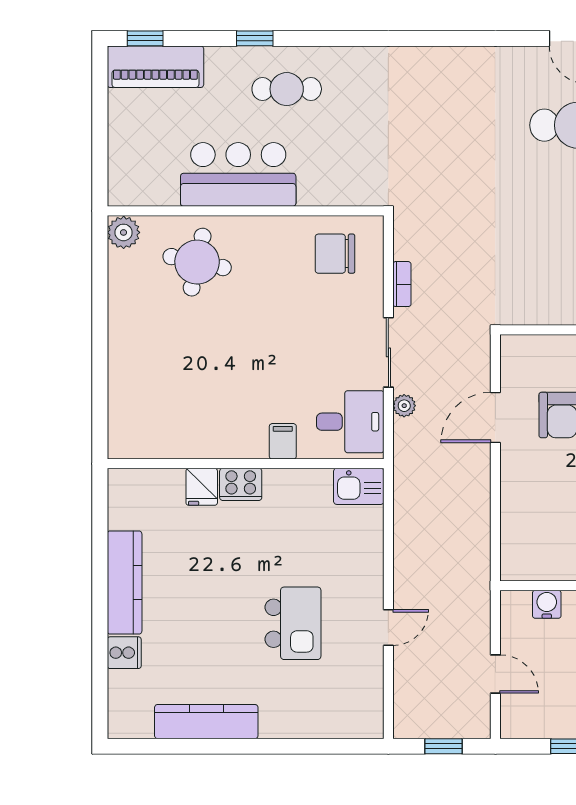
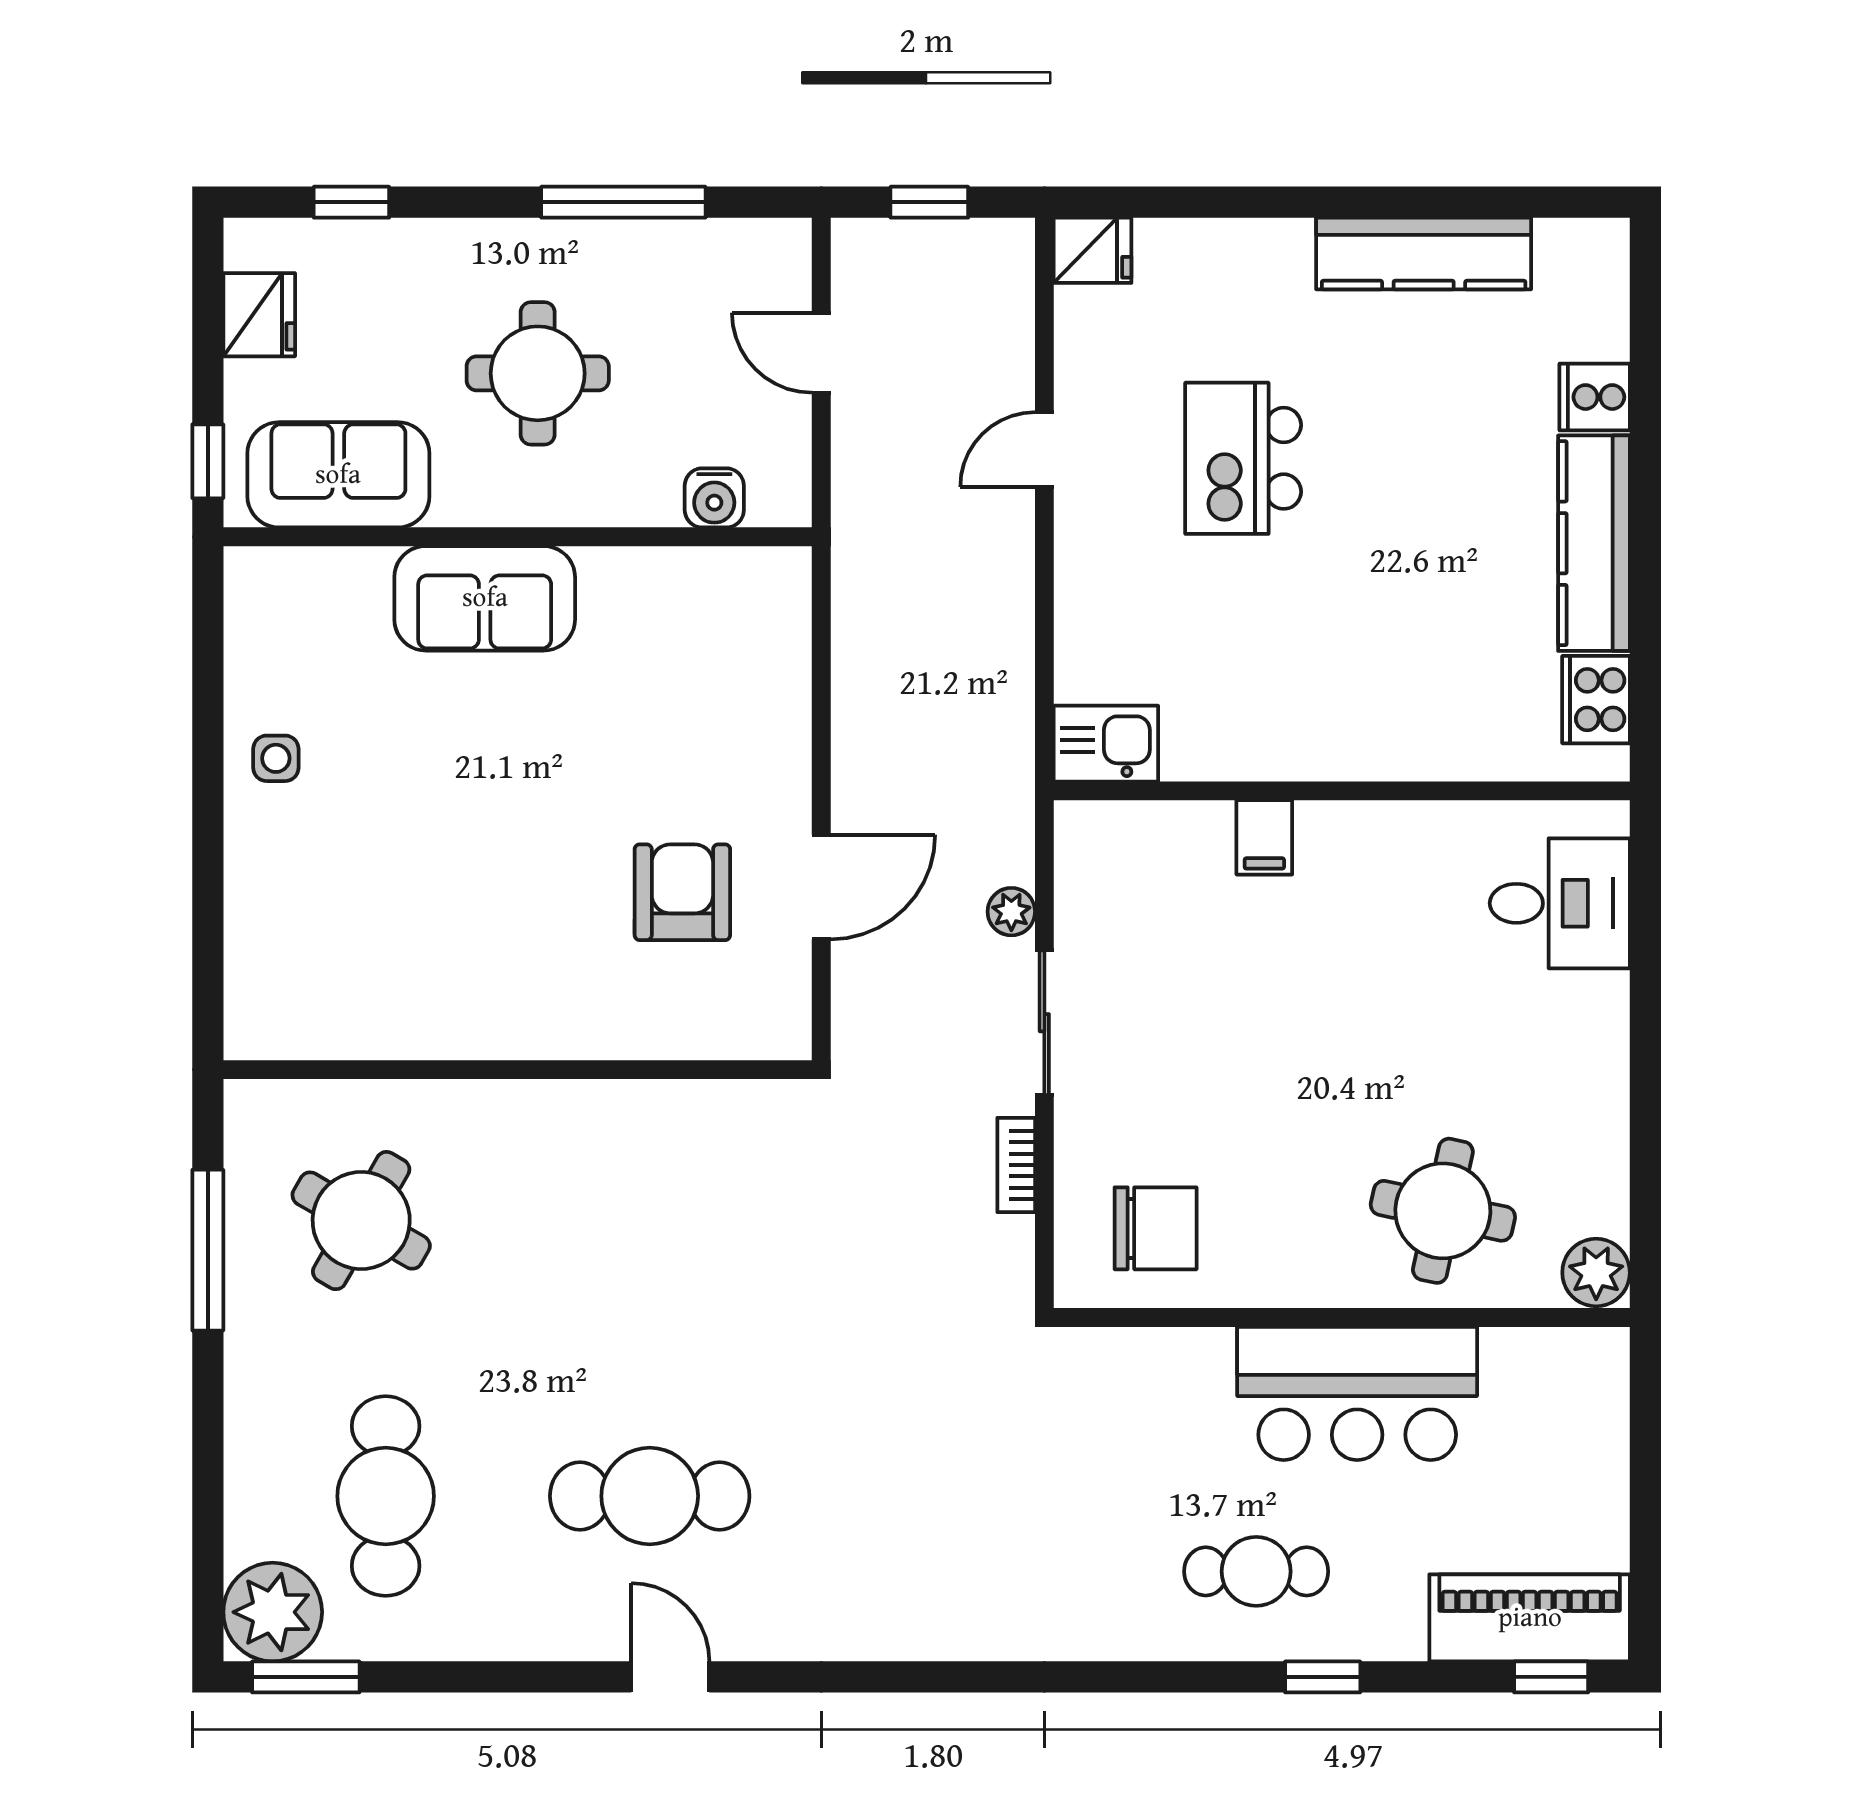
desk: (350, 422) -> (1560, 903), moved, turned 180
cooker: (241, 484) -> (1596, 700), moved, turned -90
fridge: (202, 487) -> (1093, 250), moved, turned 90

